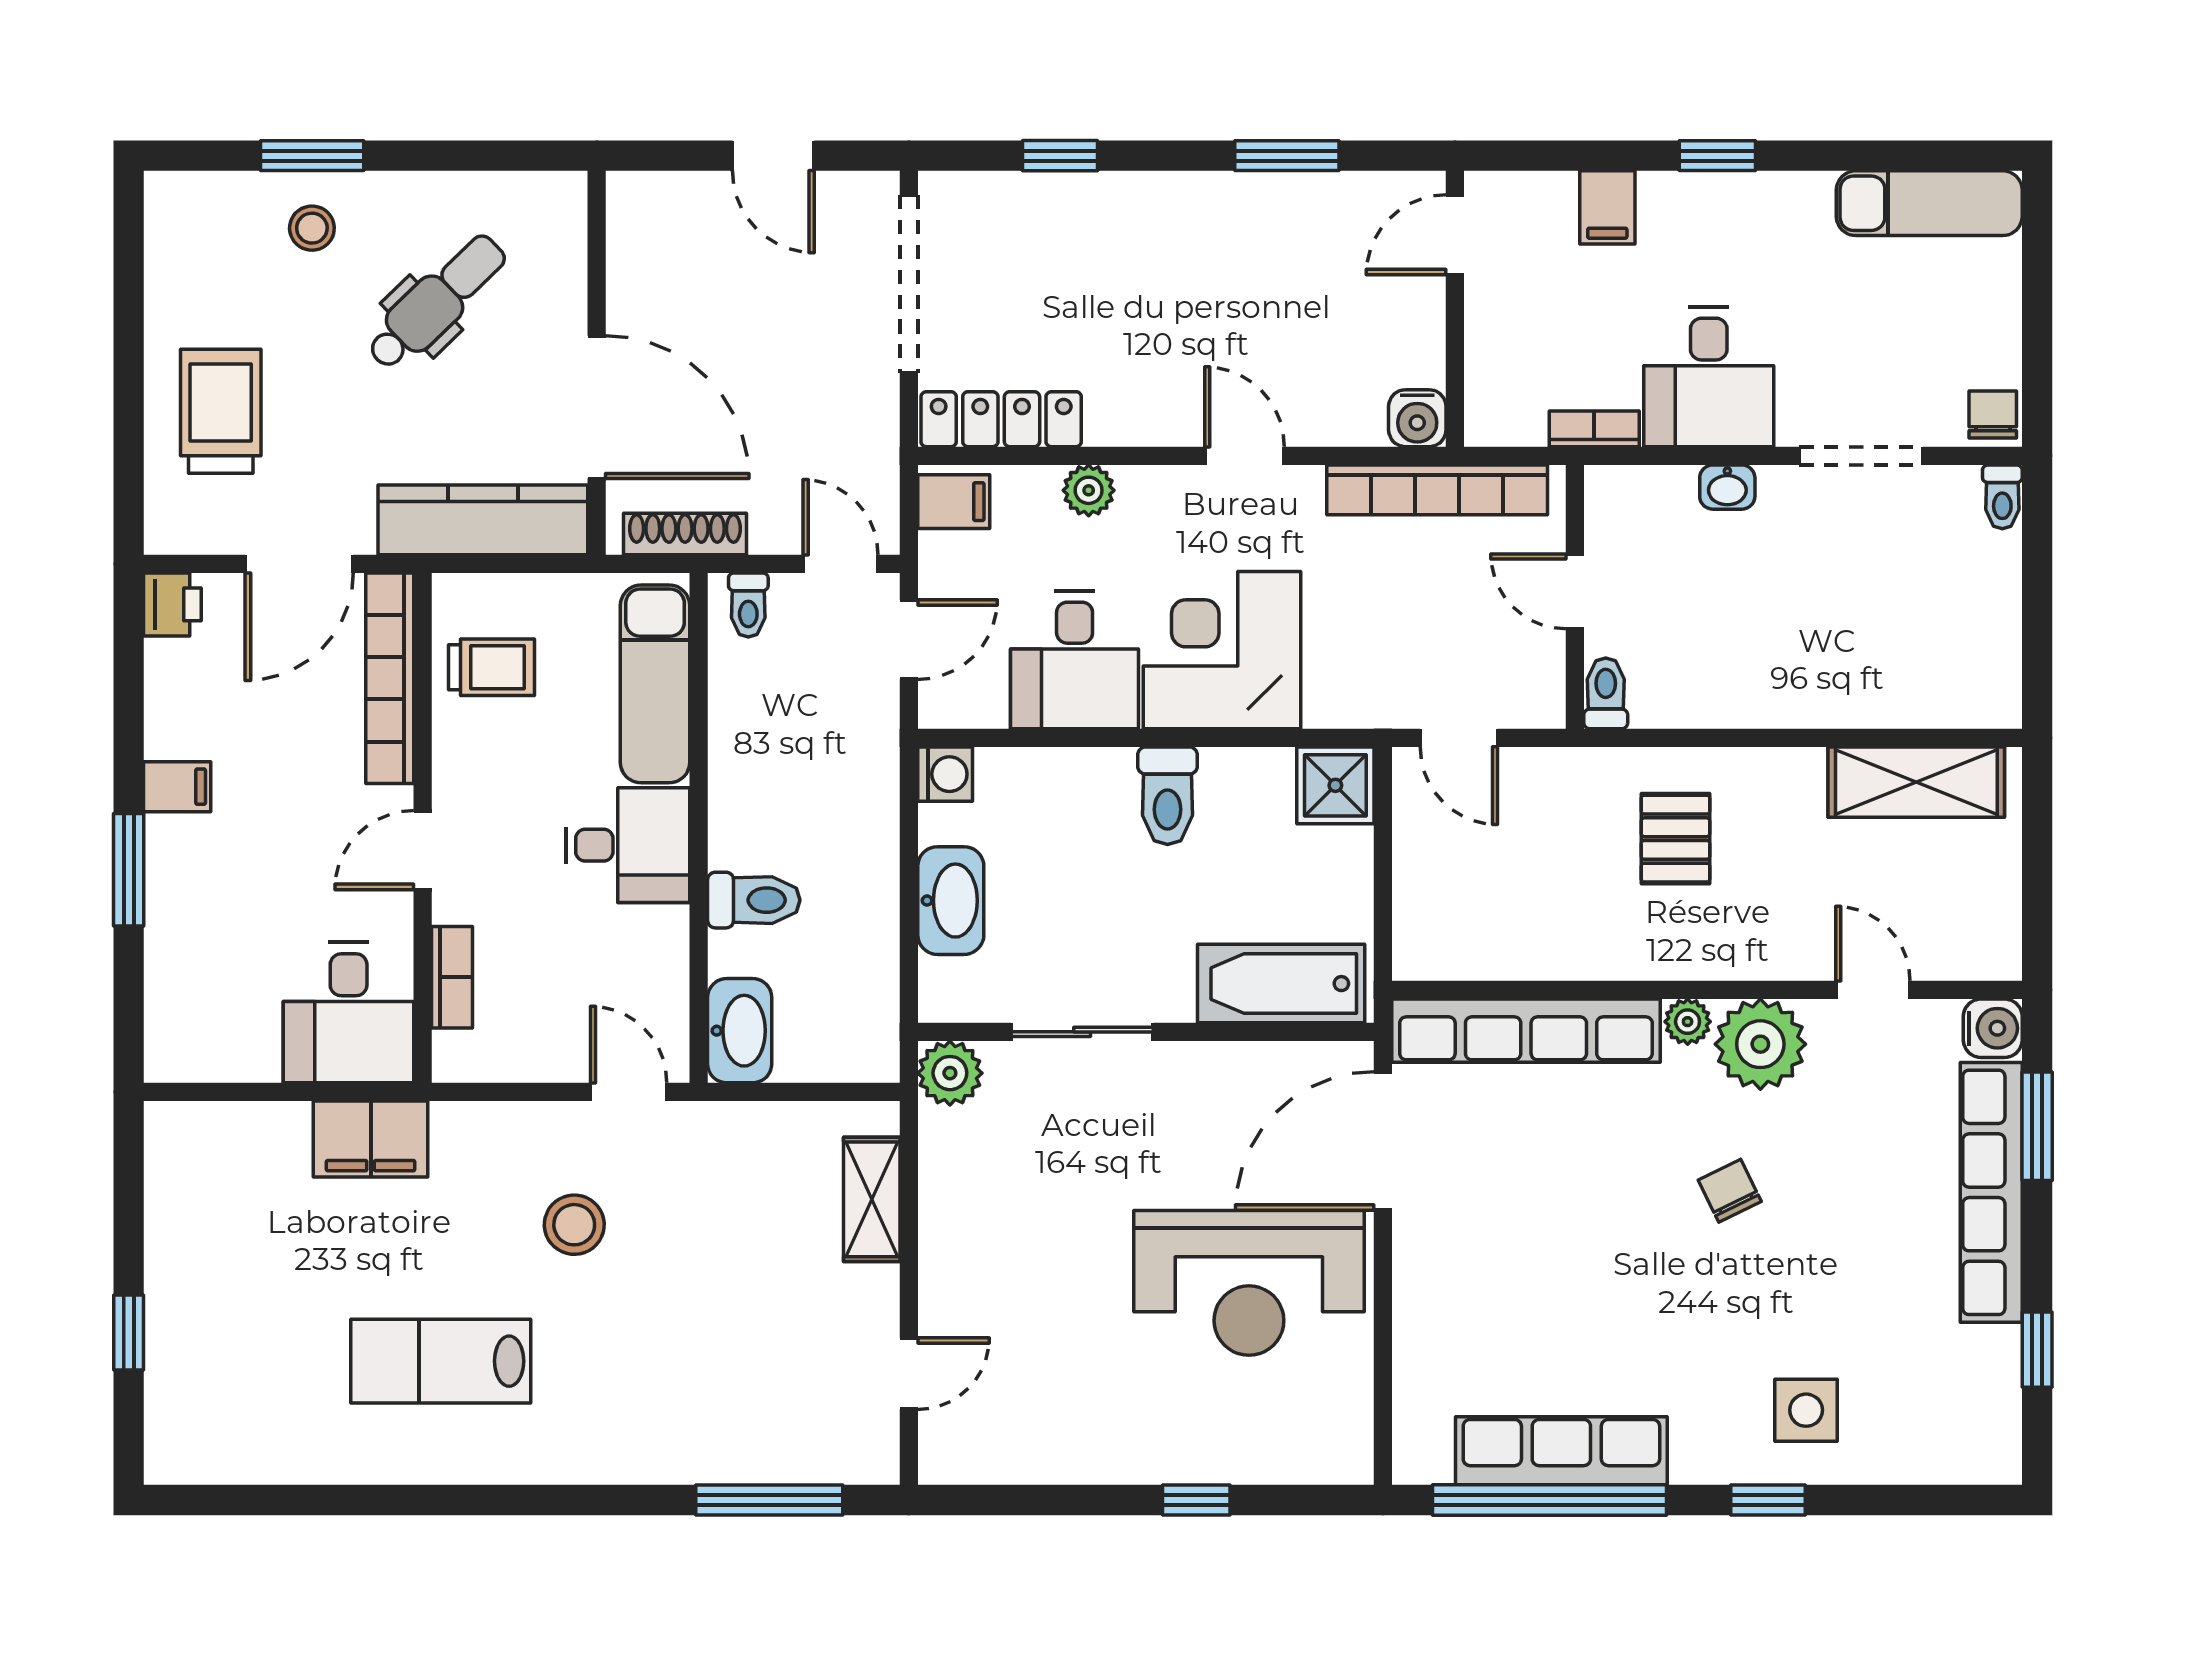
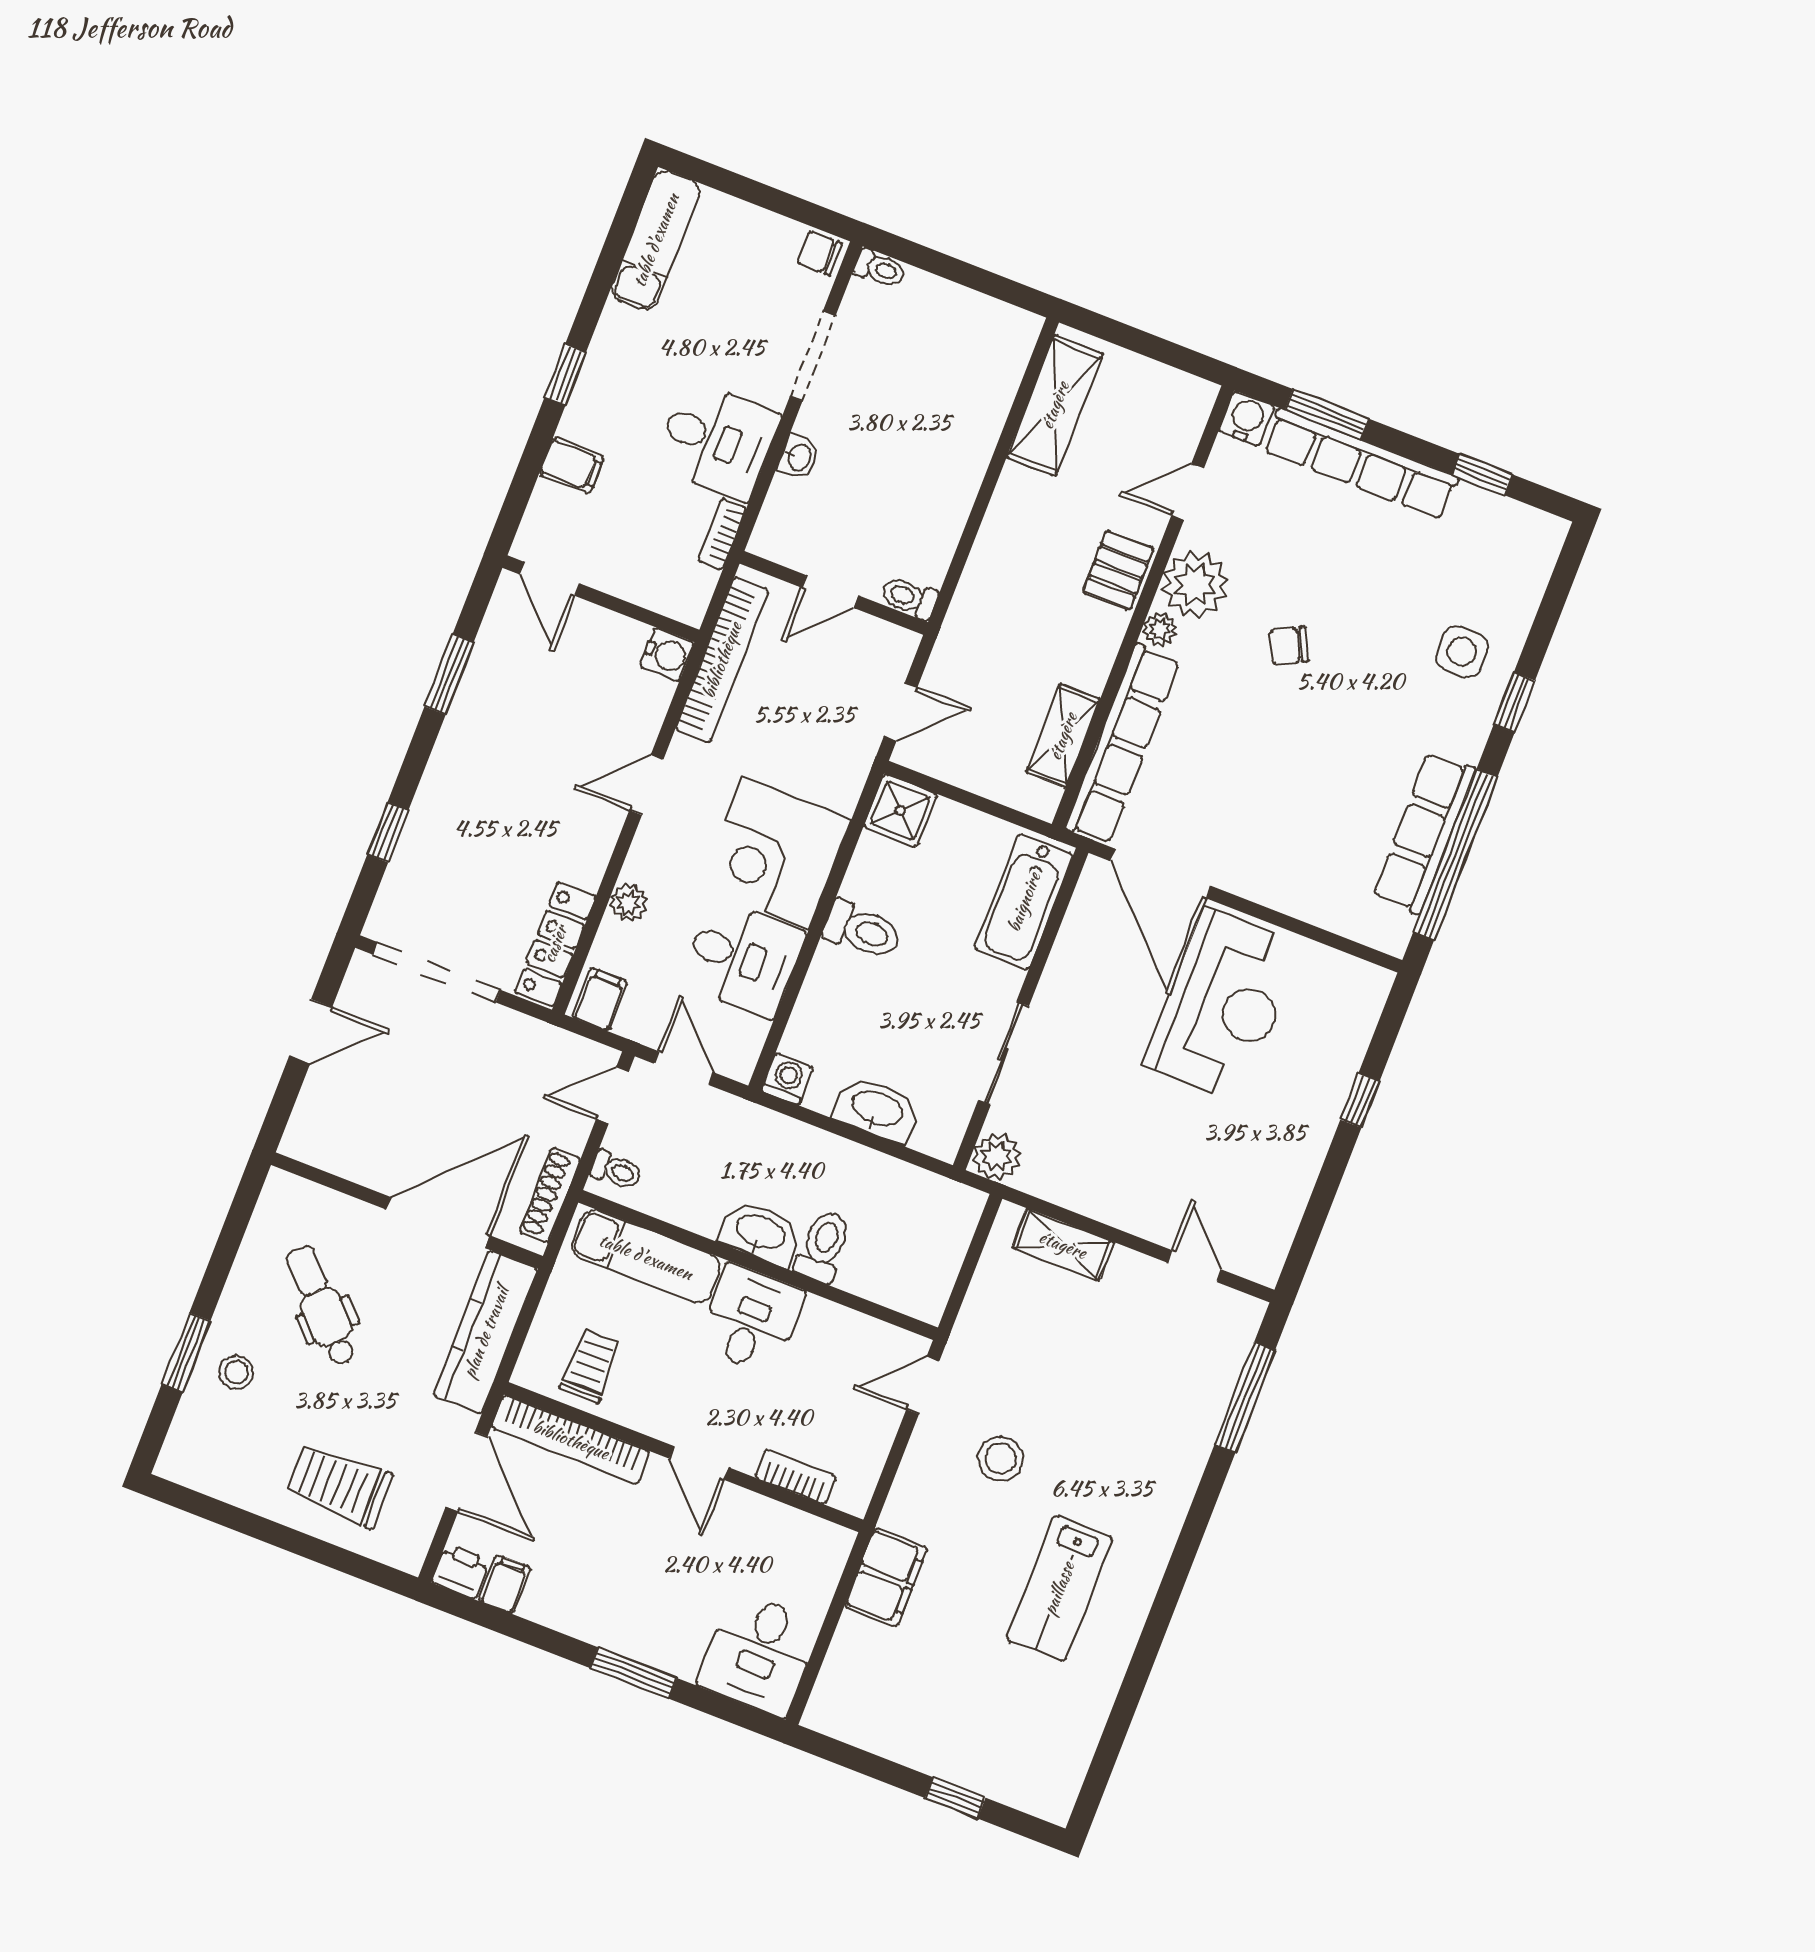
filing cabinet: (177, 787) -> (505, 1584), moved
pallet: (1676, 839) -> (1118, 570), moved, turned 90
shelving: (1508, 952) -> (1063, 736), added
desk: (349, 1013) -> (759, 1654), moved, turned 90
washbasin: (740, 1031) -> (760, 1233), moved

